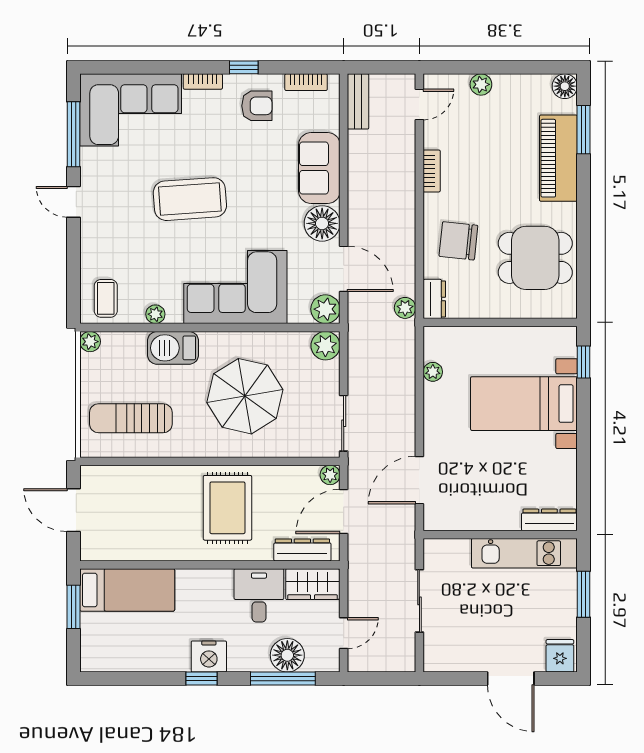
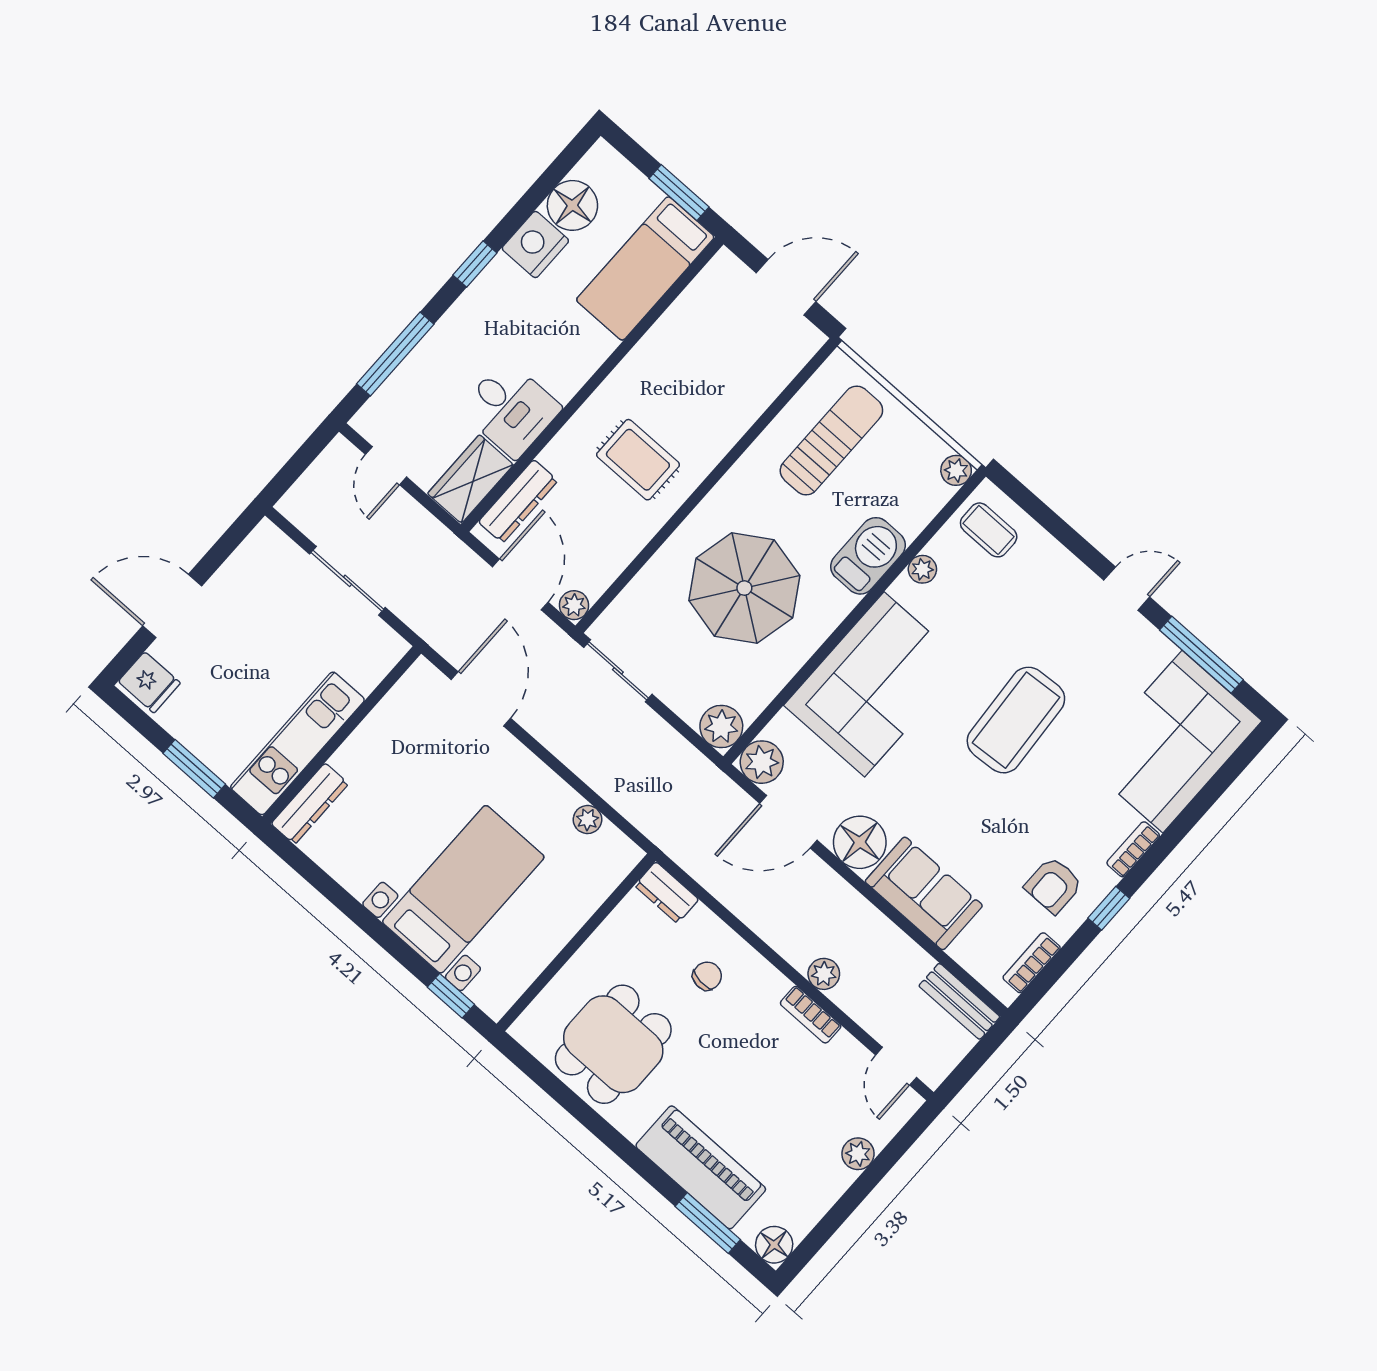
chair: (458, 241) -> (707, 976), width x0.54, depth x0.54
plant: (405, 308) -> (824, 974), moved
rug: (227, 508) -> (638, 460), width x0.73, depth x0.70
floor lamp: (287, 655) -> (572, 205), moved
nightstand: (209, 656) -> (535, 245), moved

